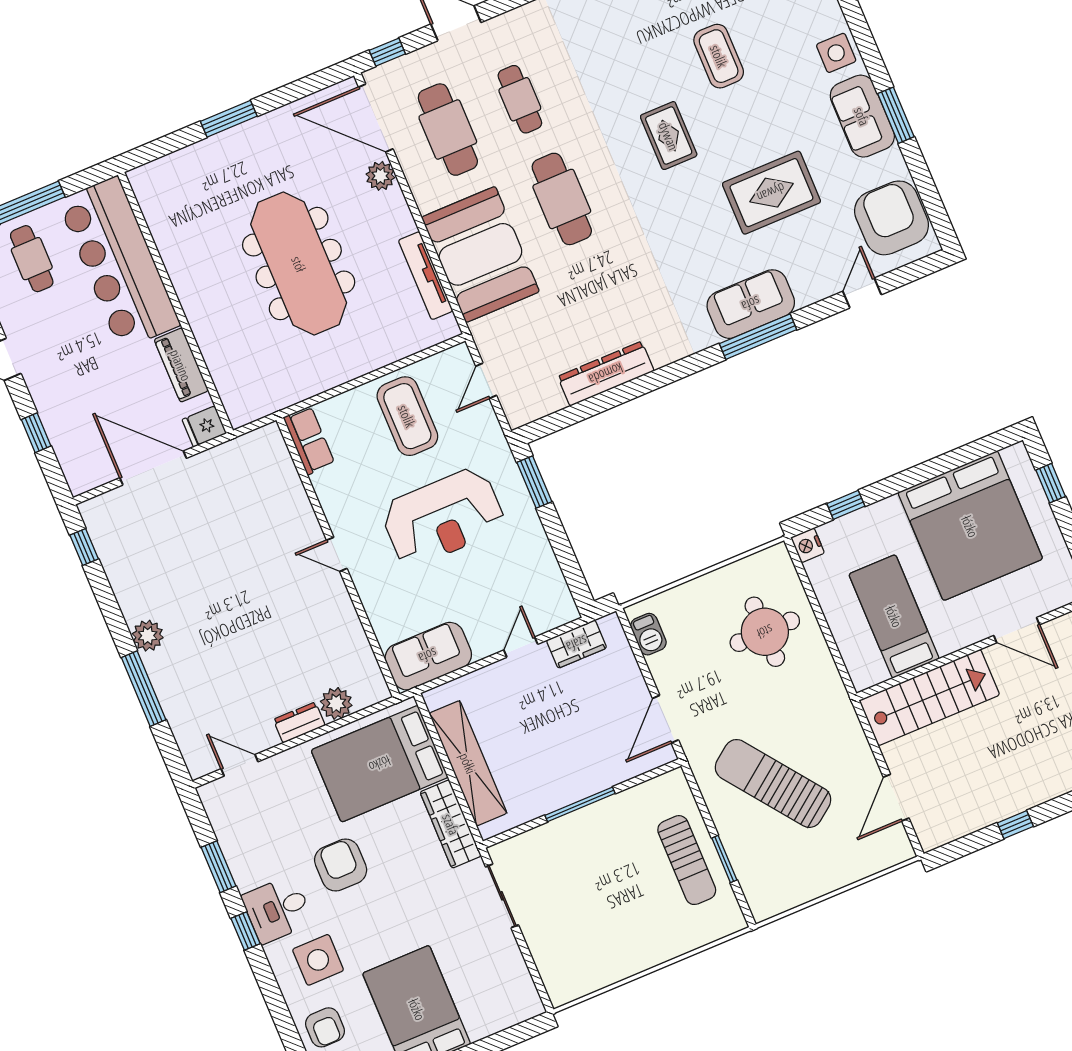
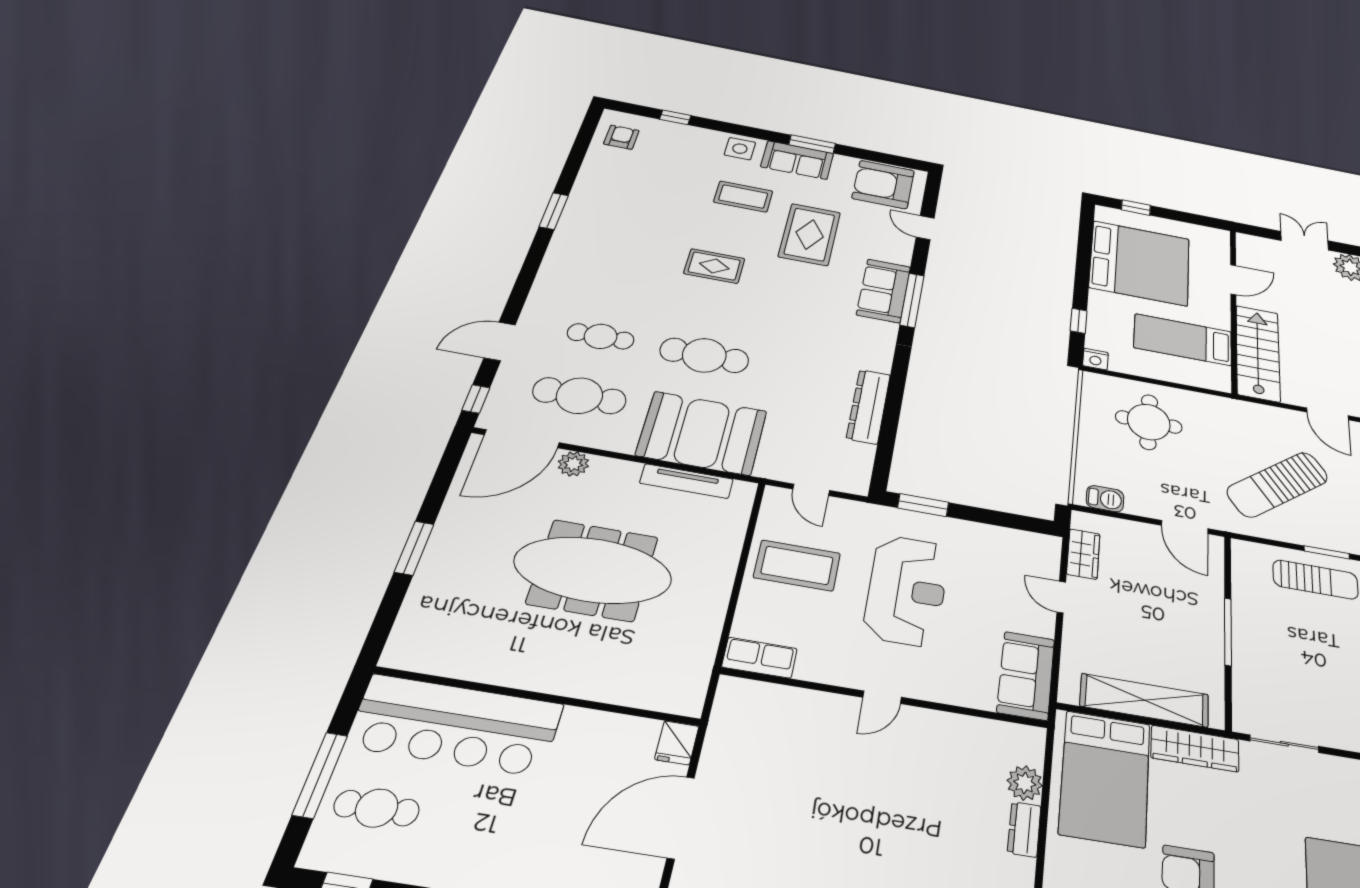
coffee table: (719, 56) -> (743, 197), moved
piano: (181, 365) -> (602, 728), removed

